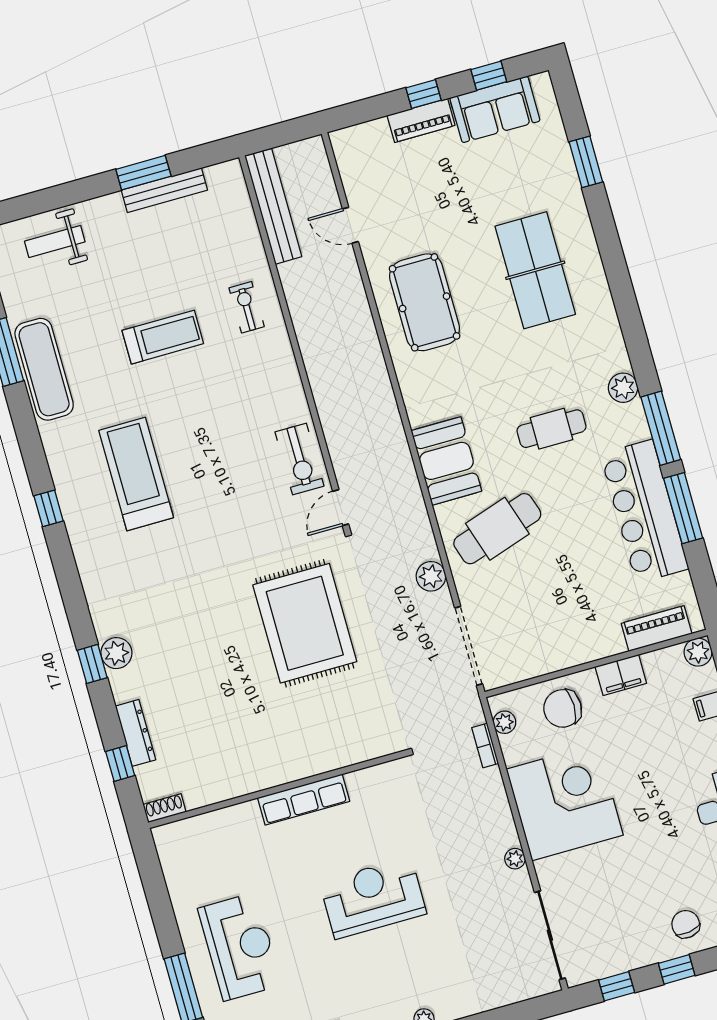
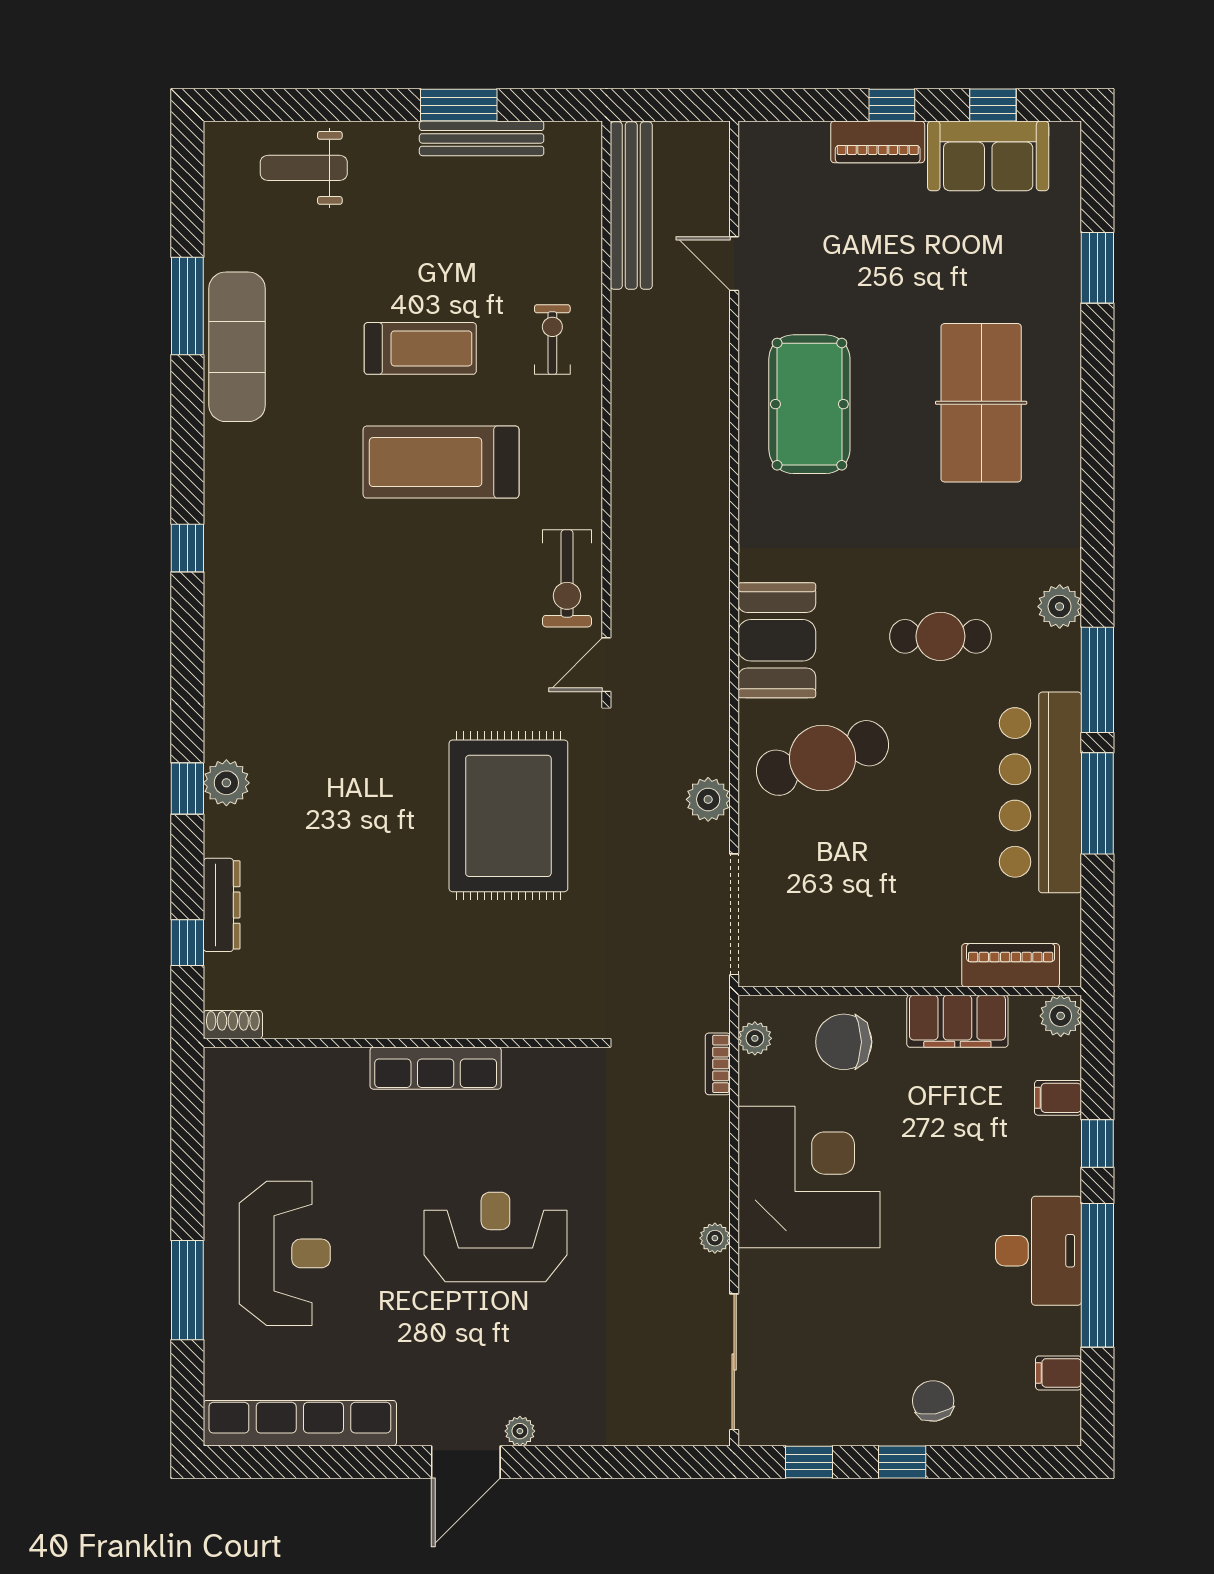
treadmill: (136, 474) -> (441, 462), moved, turned -90
filing cabinet: (621, 675) -> (957, 1021), width x1.50, depth x1.17

